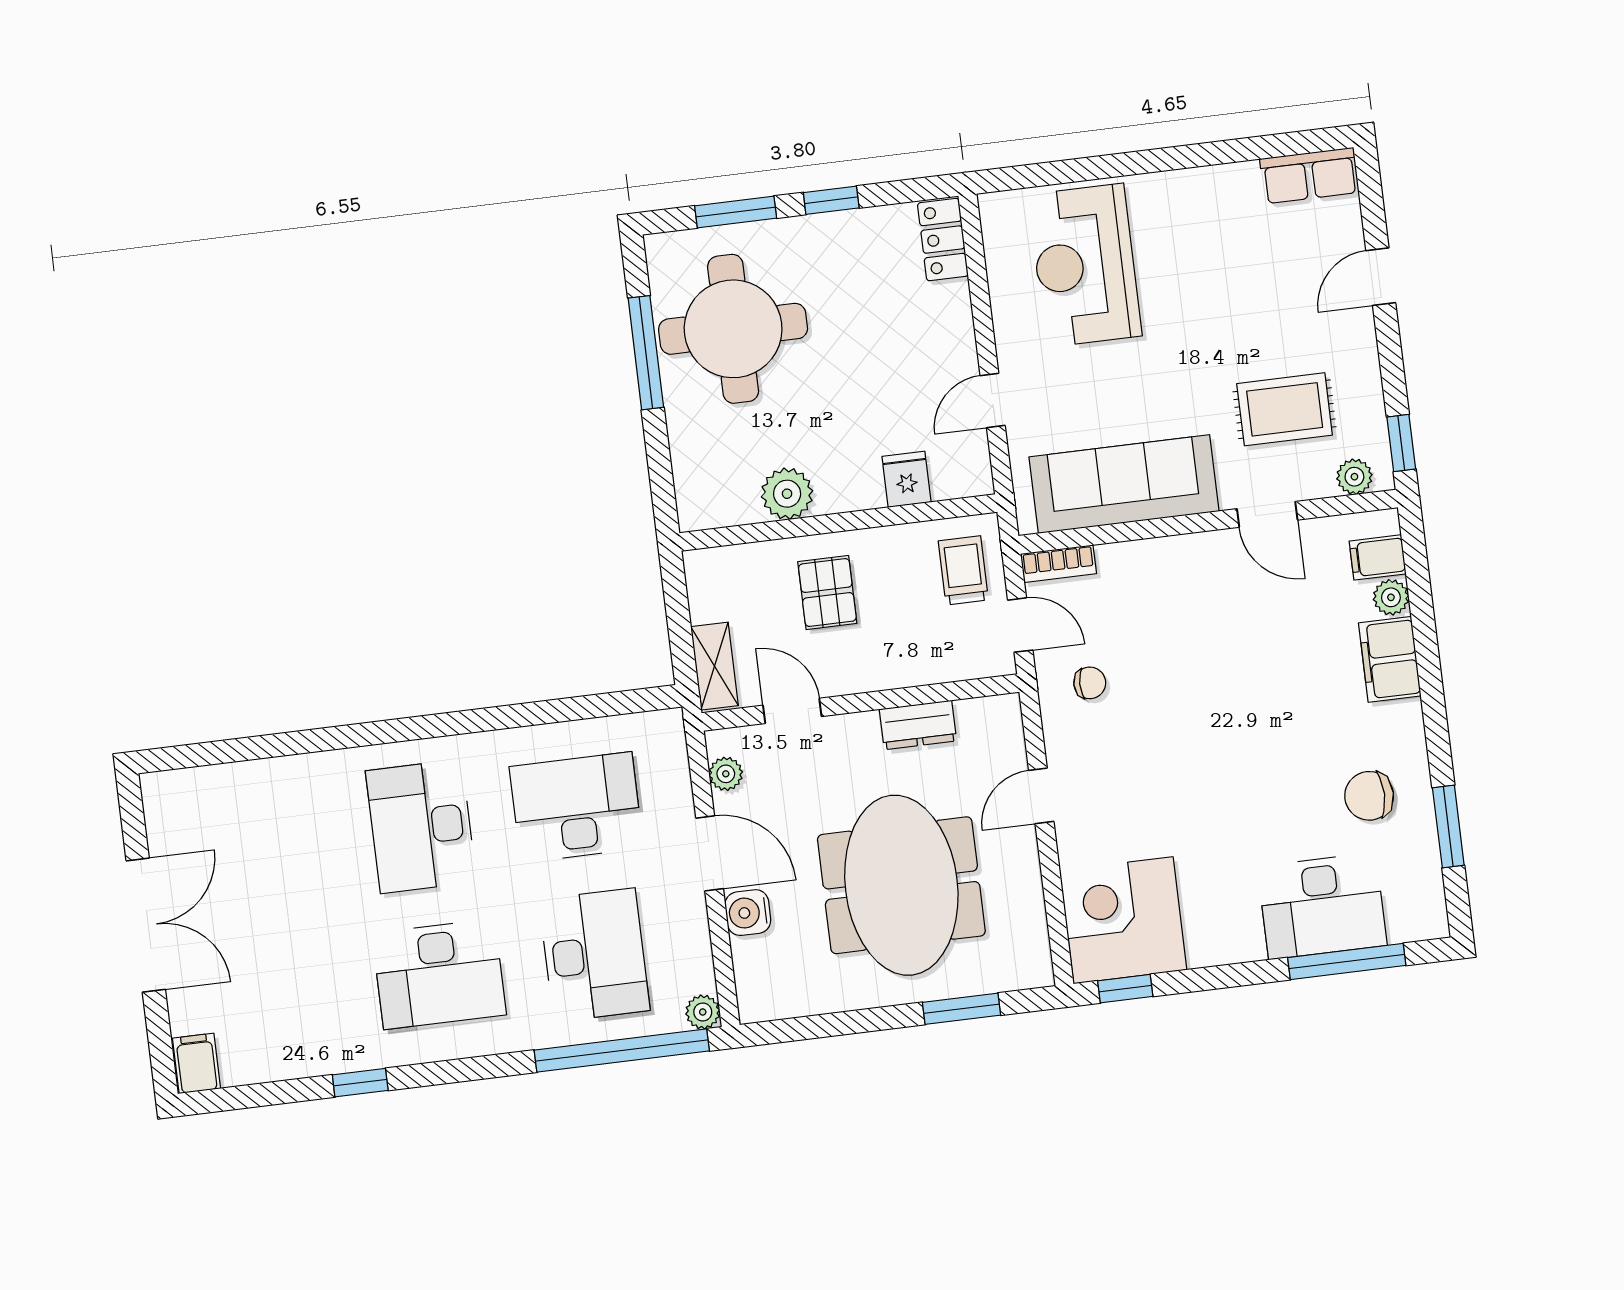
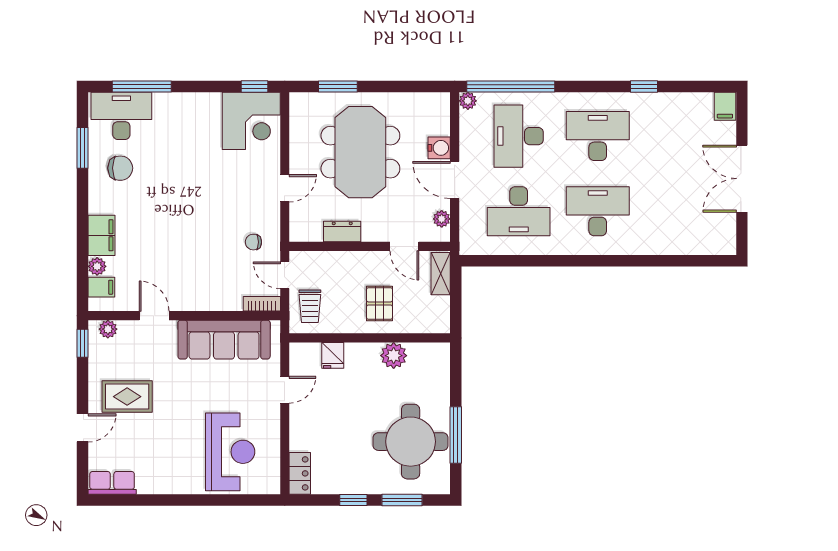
rug: (1285, 409) -> (127, 397), moved
desk: (421, 826) -> (598, 211), turned -90
desk: (1322, 906) -> (121, 116), moved

